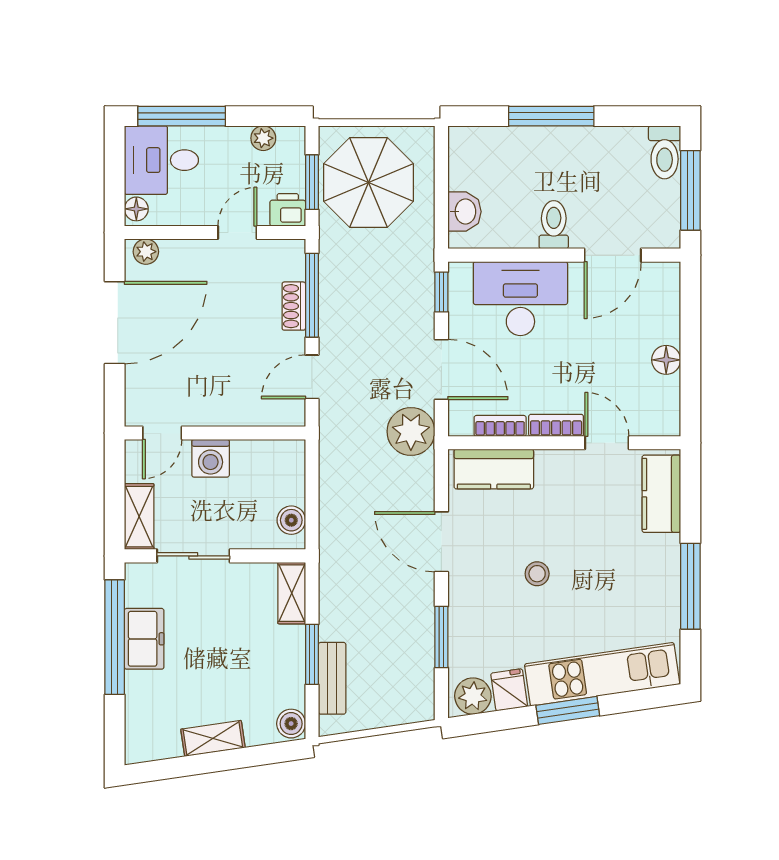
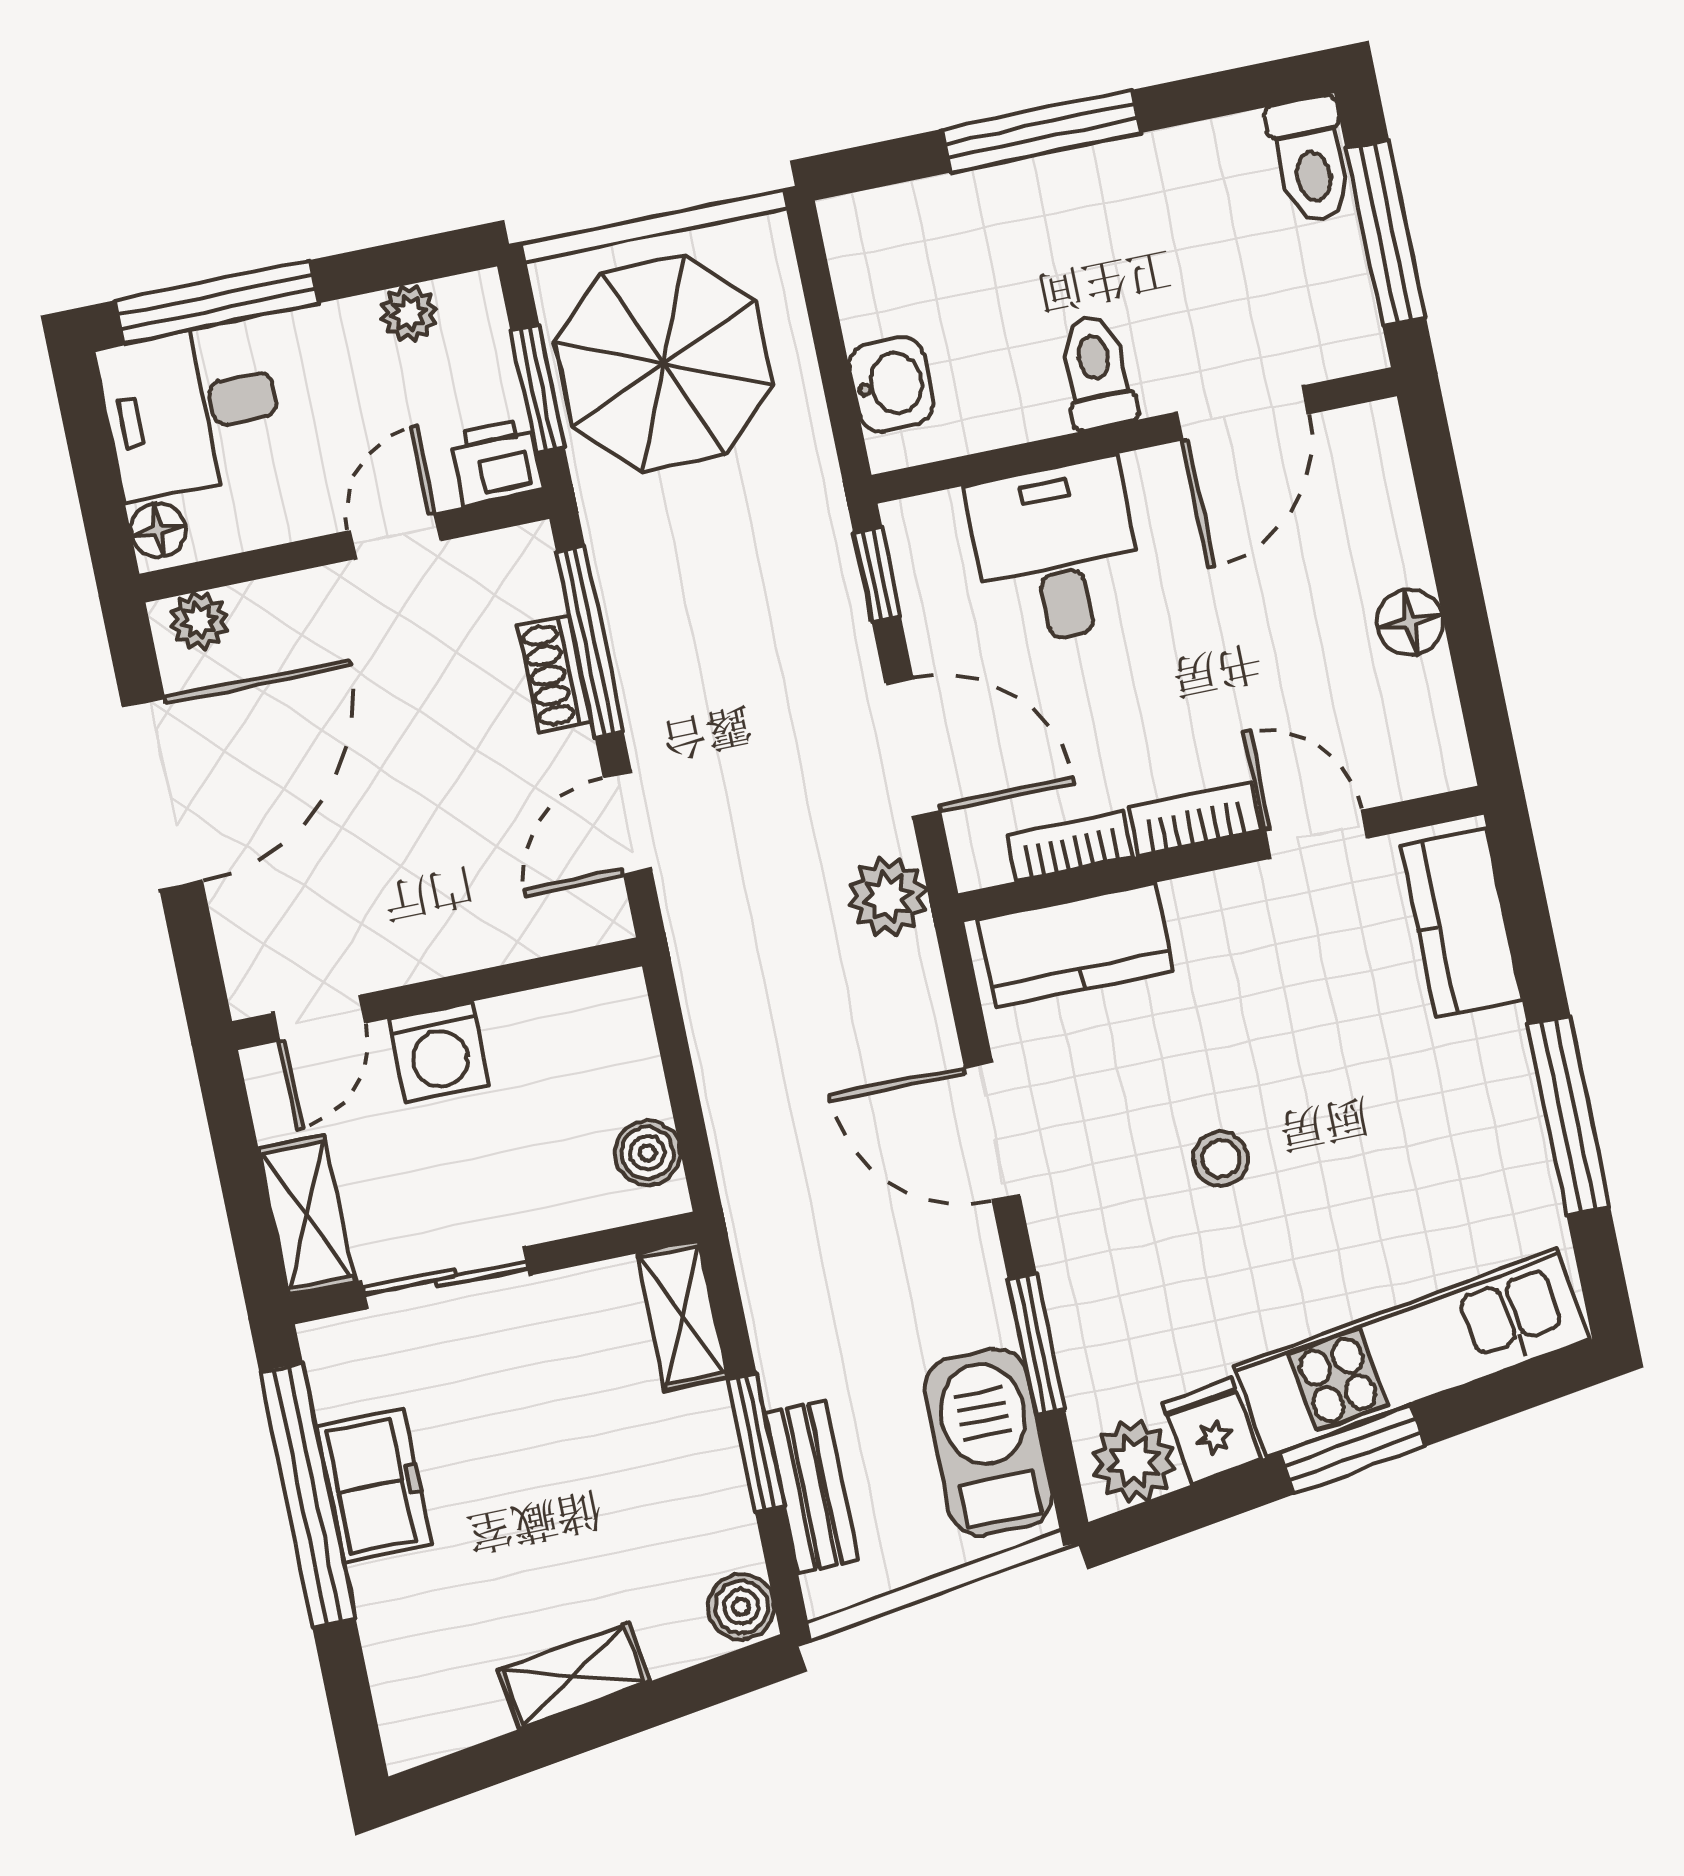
desk: (520, 299) -> (1056, 553), width x0.73
plant: (411, 431) -> (888, 897), width x0.73, depth x0.73
barbecue: (412, 675) -> (989, 1442), added

